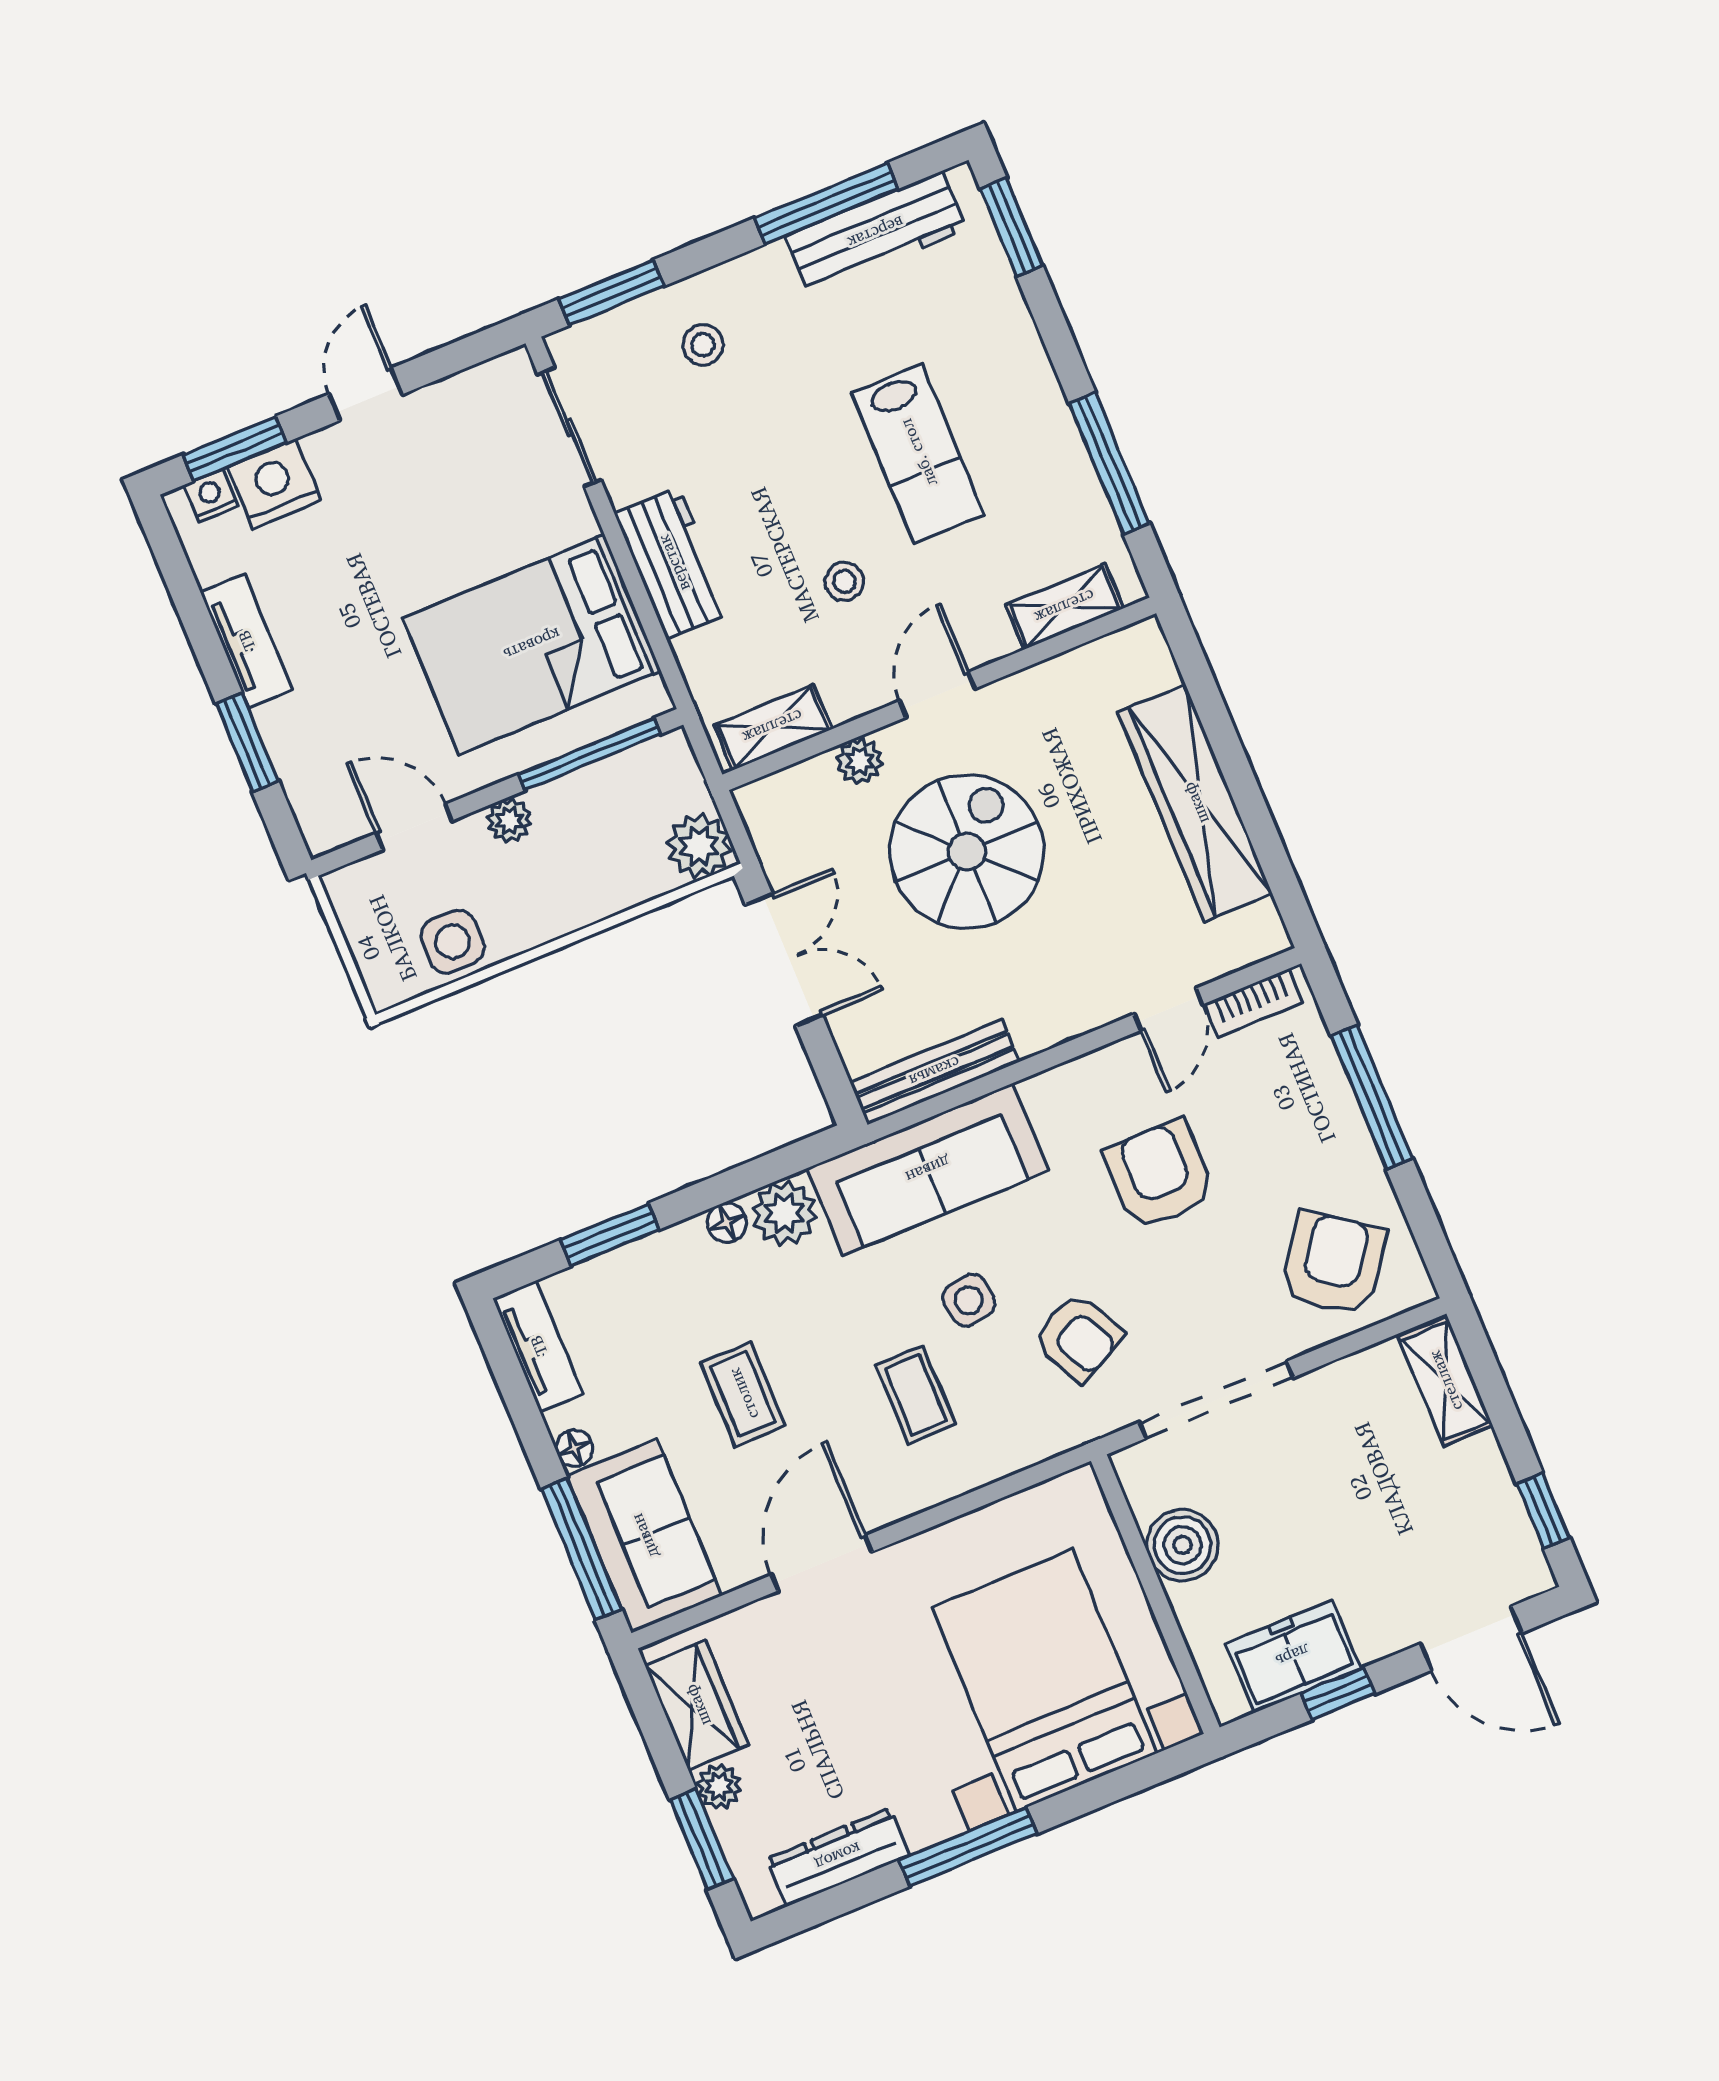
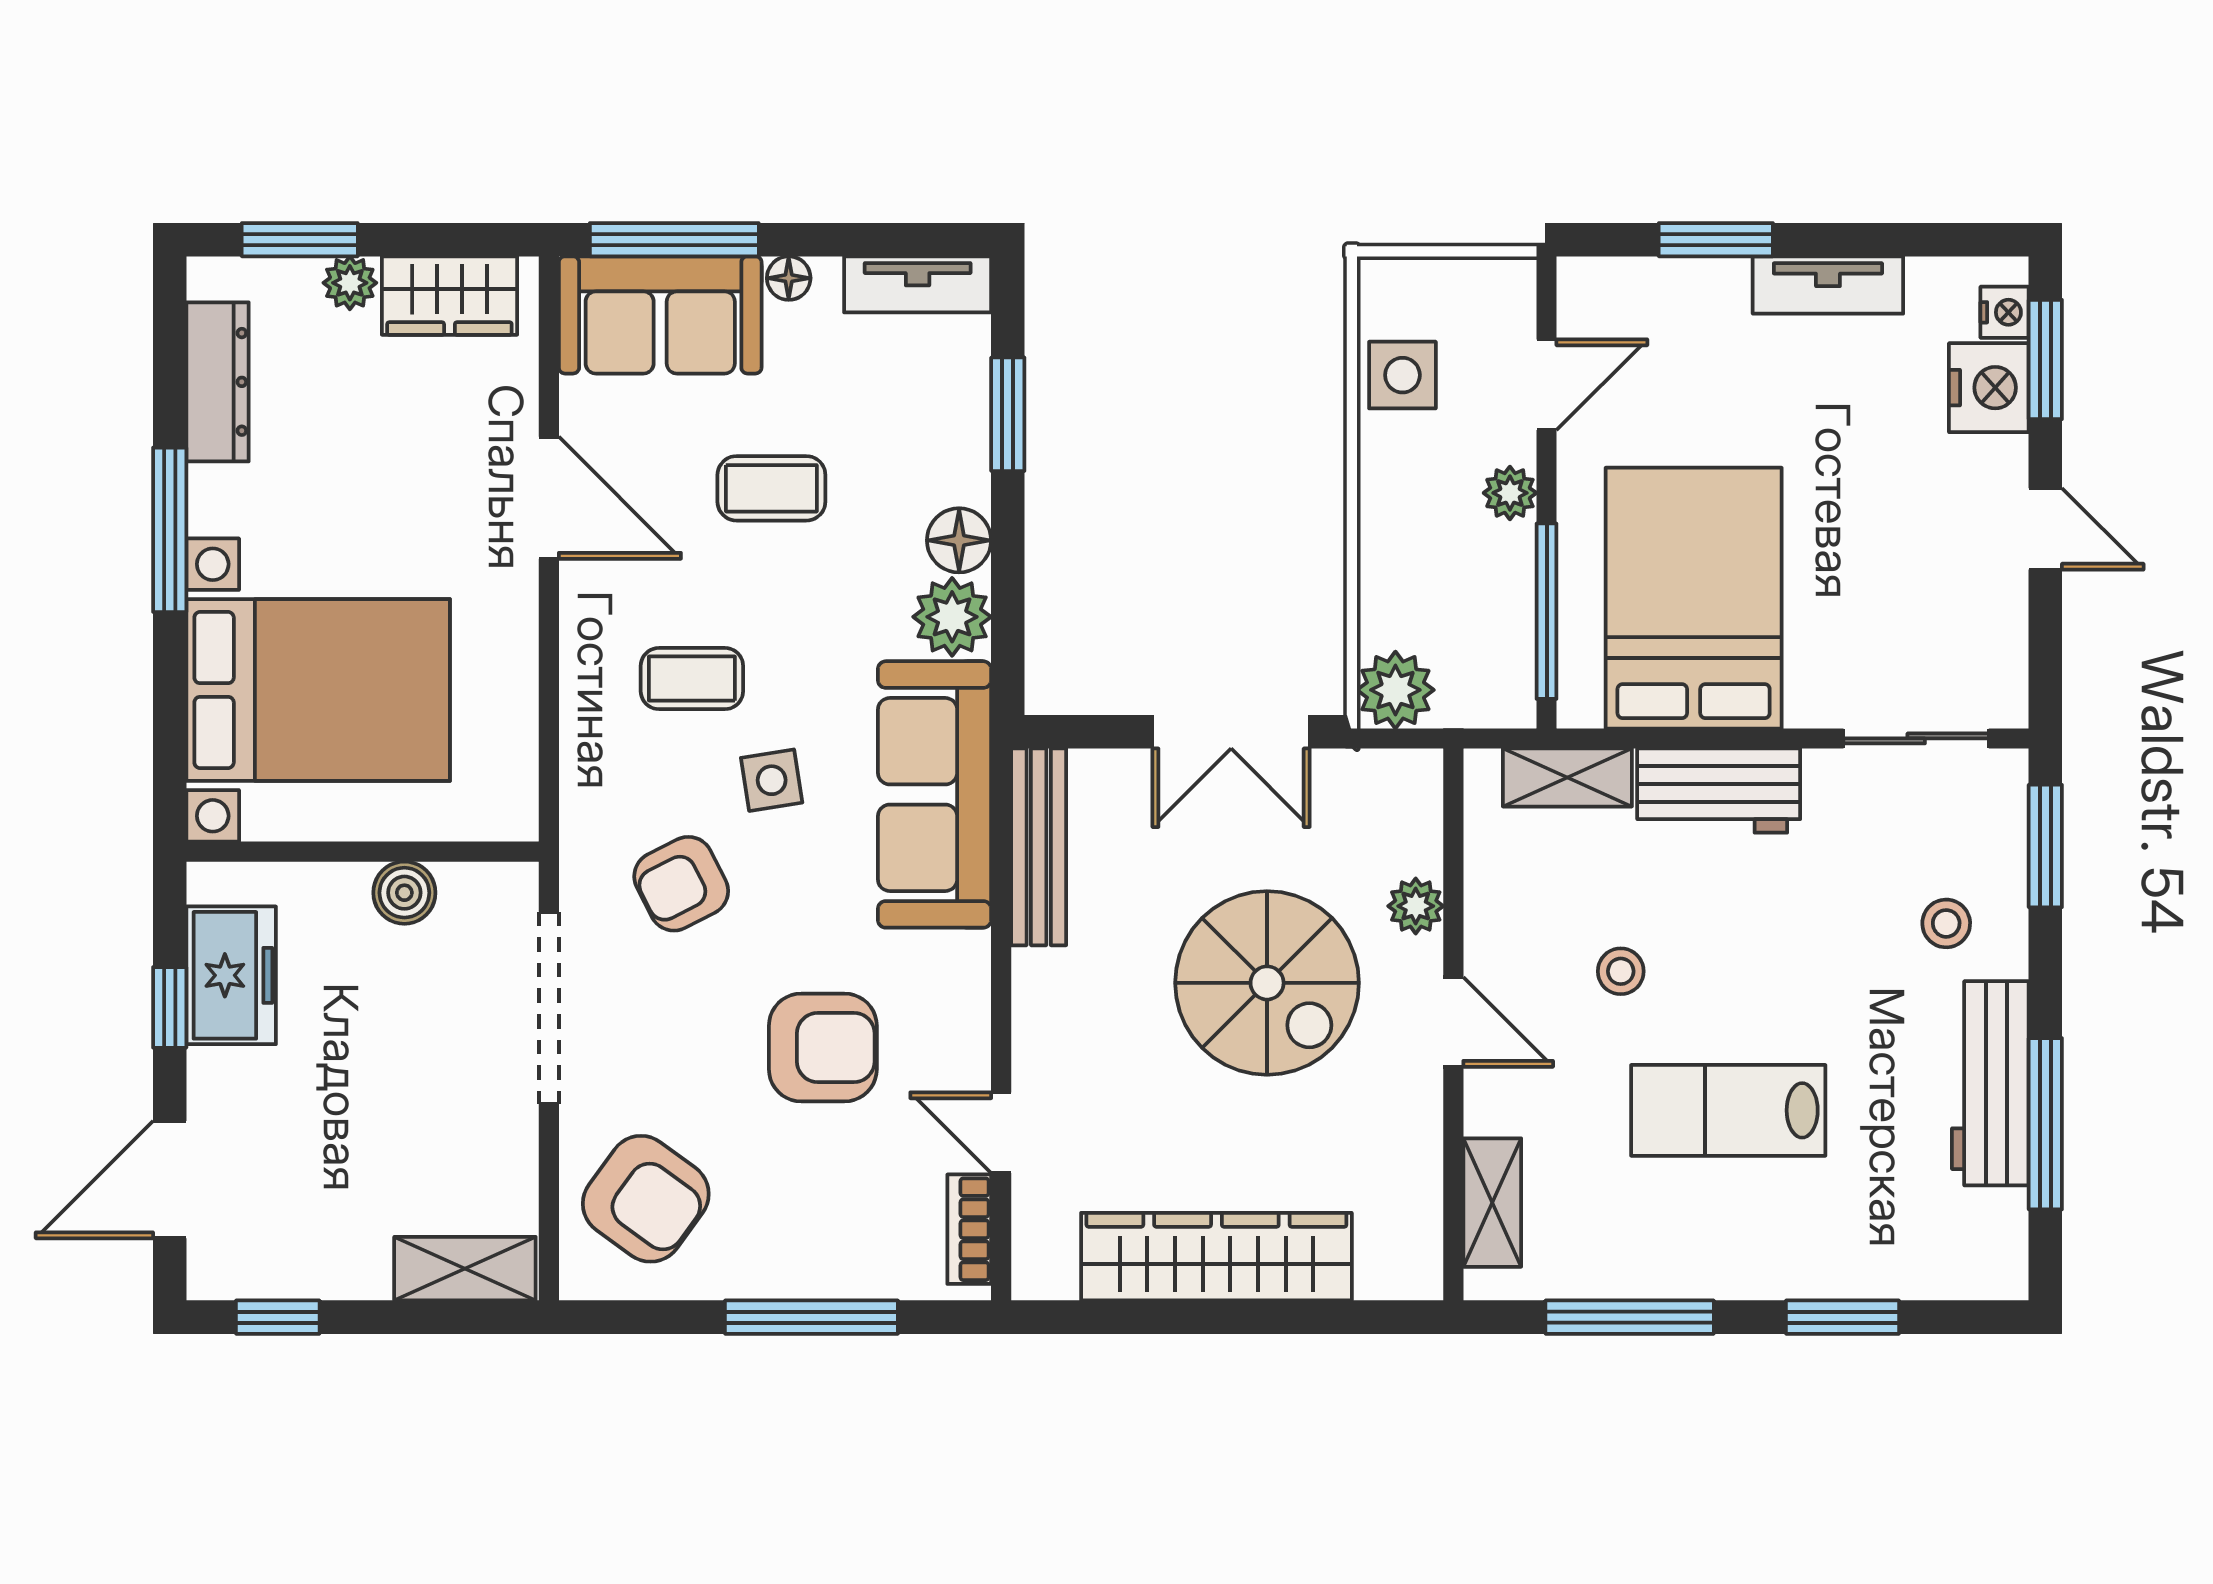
window: (1012, 227) -> (1843, 1317), moved
workbench: (876, 233) -> (1990, 1083), moved
shelving: (773, 727) -> (1567, 778), moved, turned 90
floor lamp: (727, 1223) -> (959, 540), width x1.37, depth x1.37
boiler: (1182, 1545) -> (404, 893), width x0.73, depth x0.73

